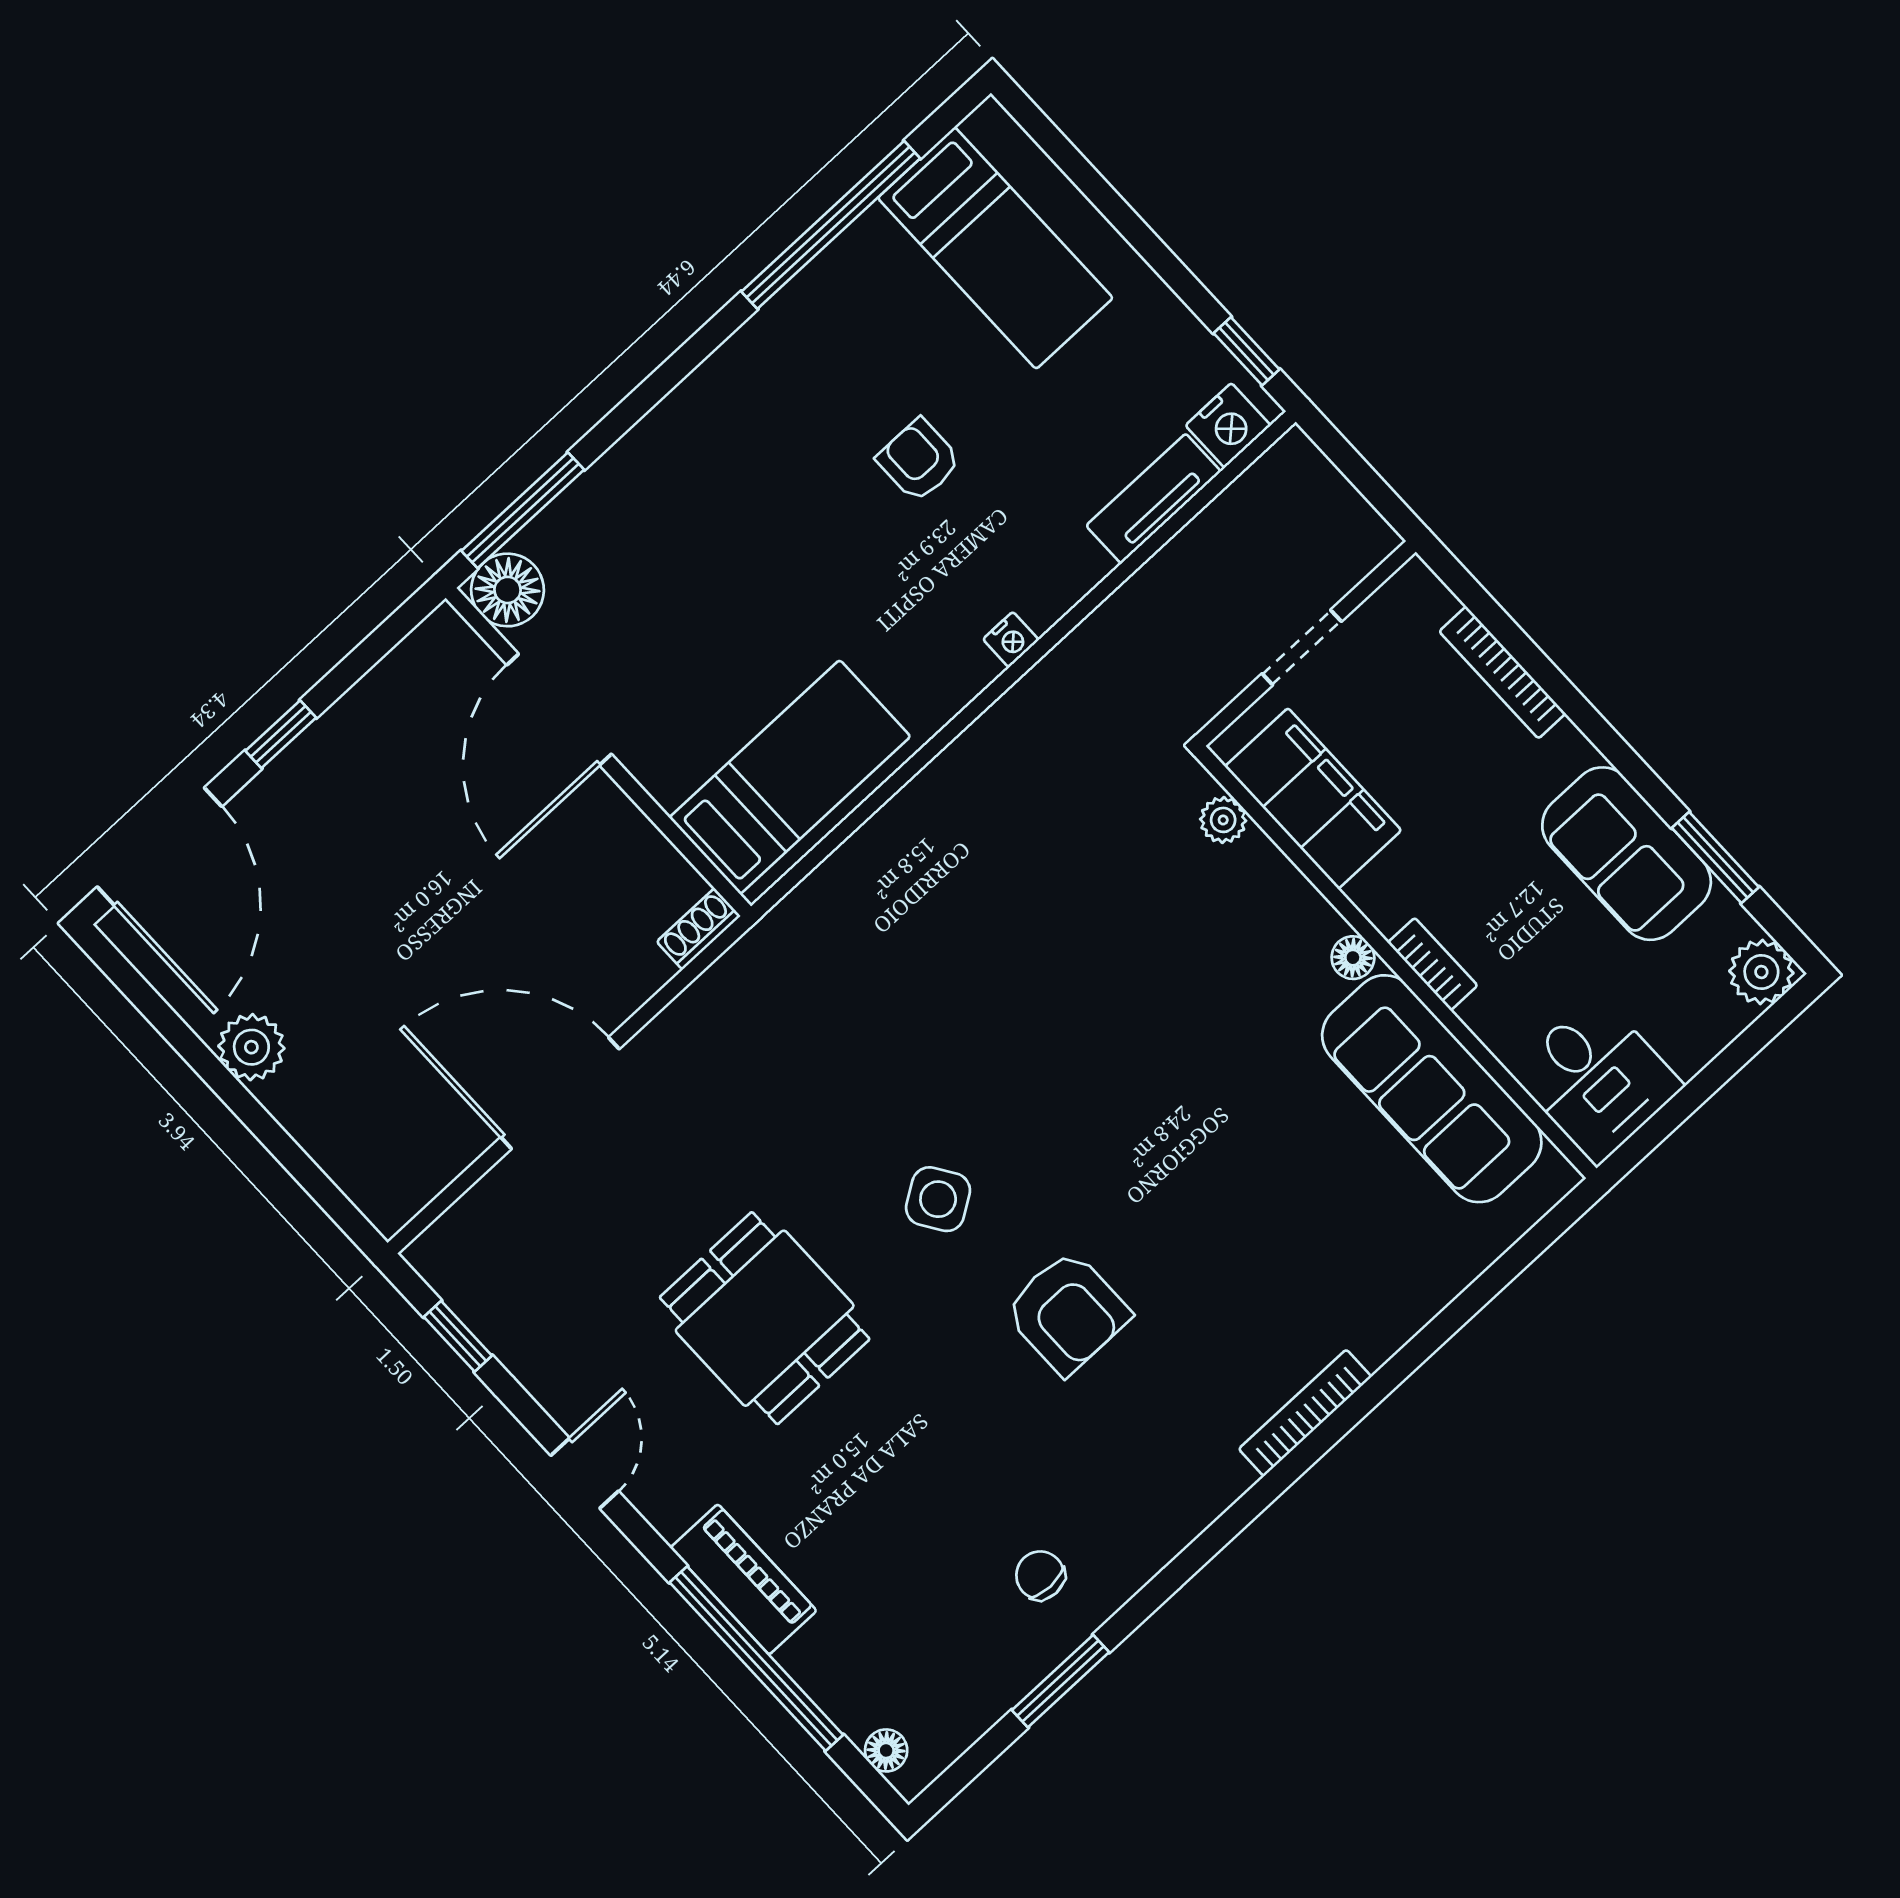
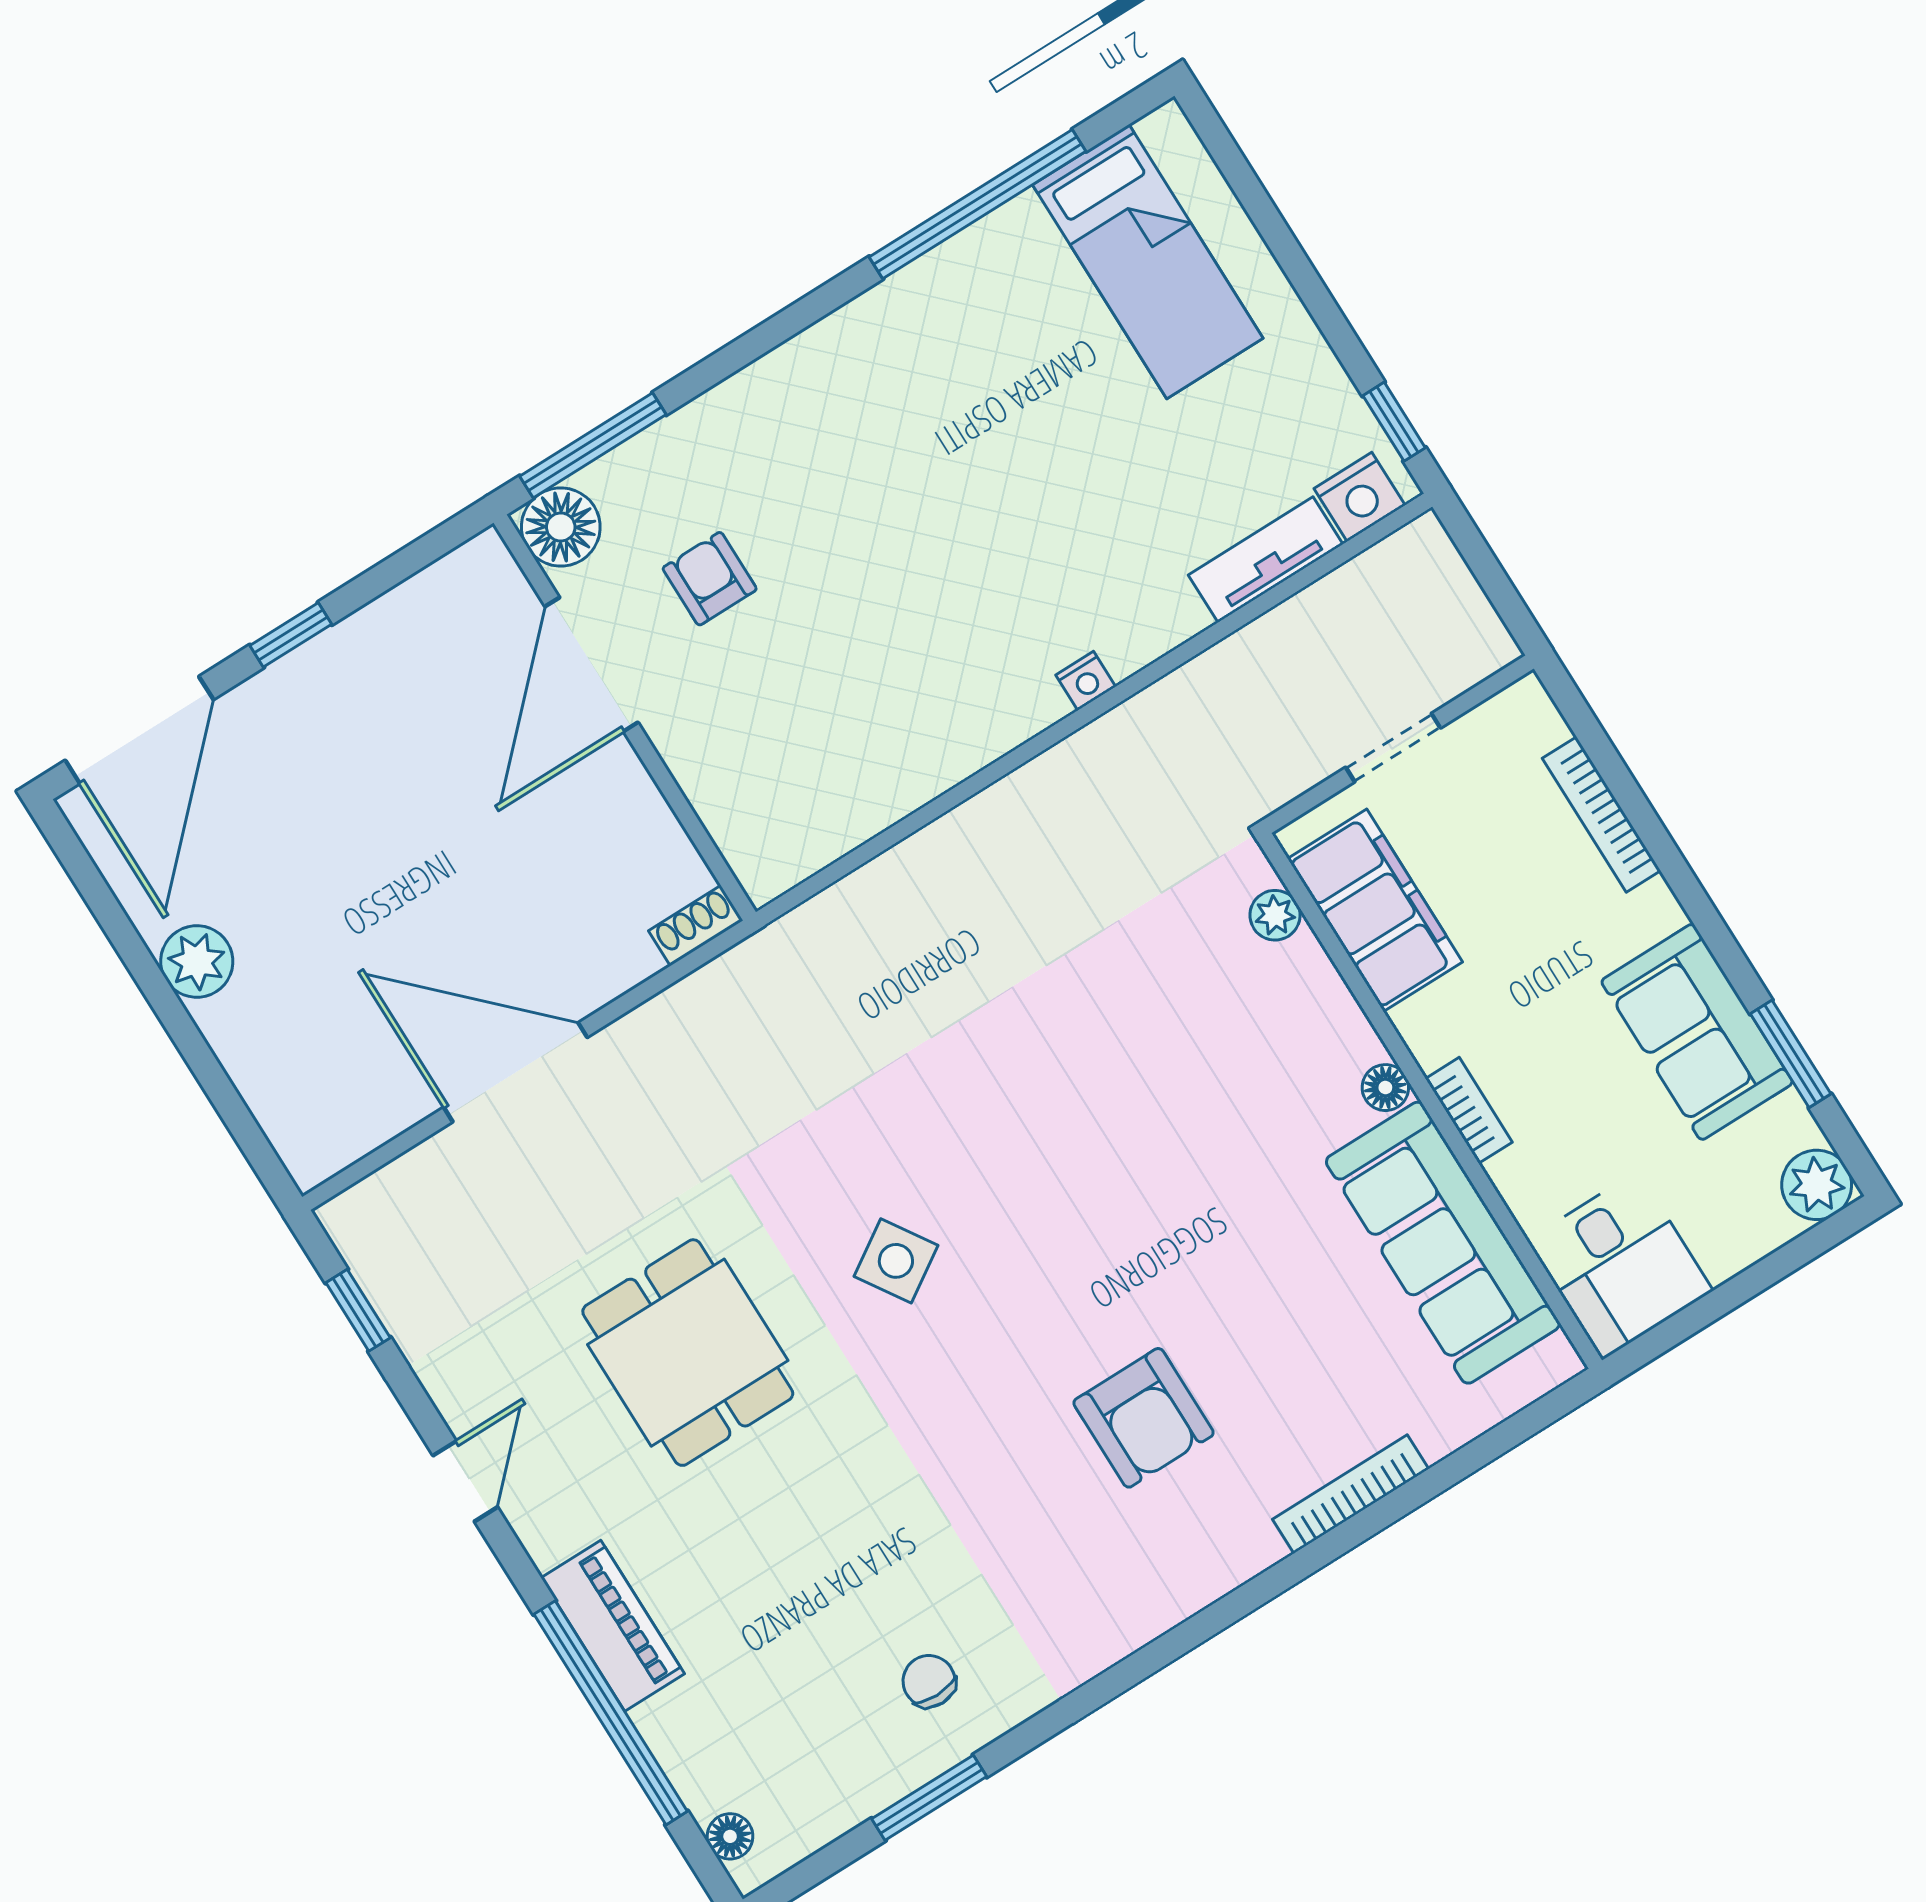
armchair: (919, 460) -> (710, 579), moved
bed: (790, 777) -> (823, 783), removed
armchair: (1067, 1312) -> (1144, 1418), moved
bookcase: (1305, 1413) -> (1351, 1494), moved

